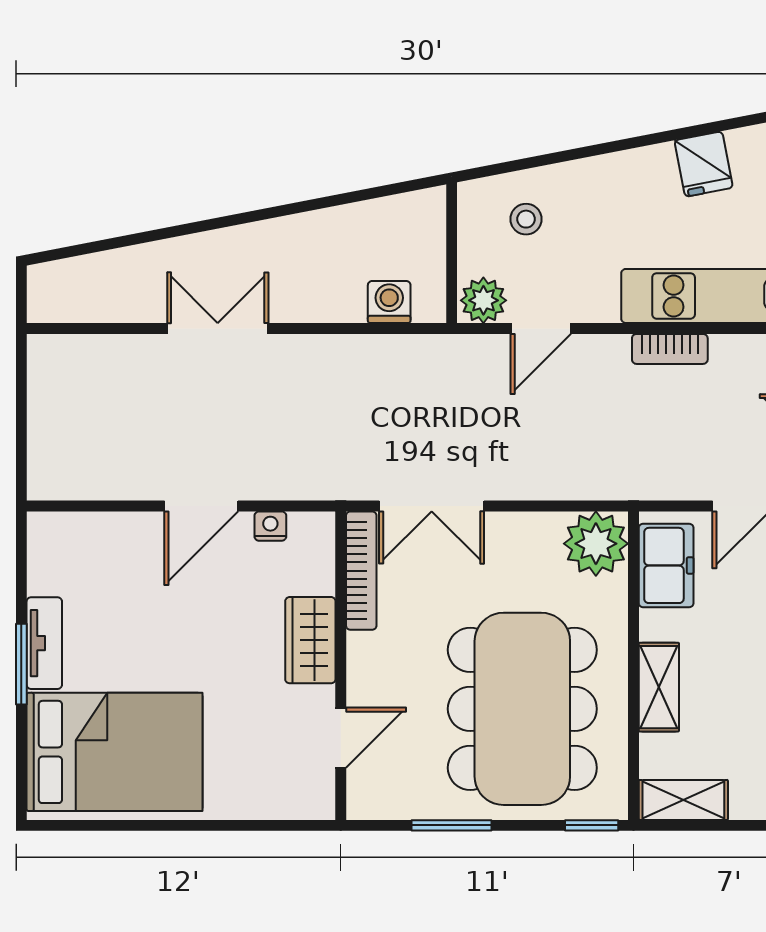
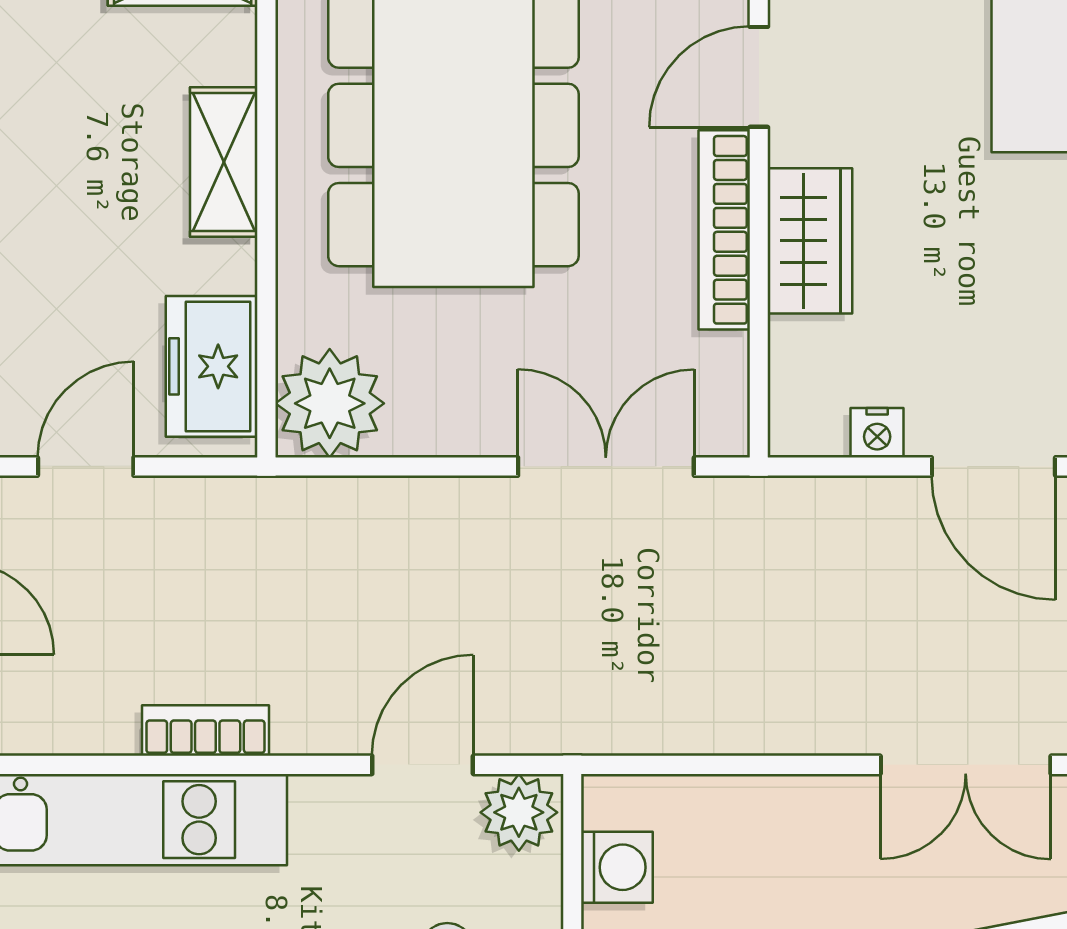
washing machine: (389, 302) -> (617, 867), moved, turned -90
door: (201, 506) -> (993, 467), swing flipped
bookcase: (361, 571) -> (724, 230), moved

